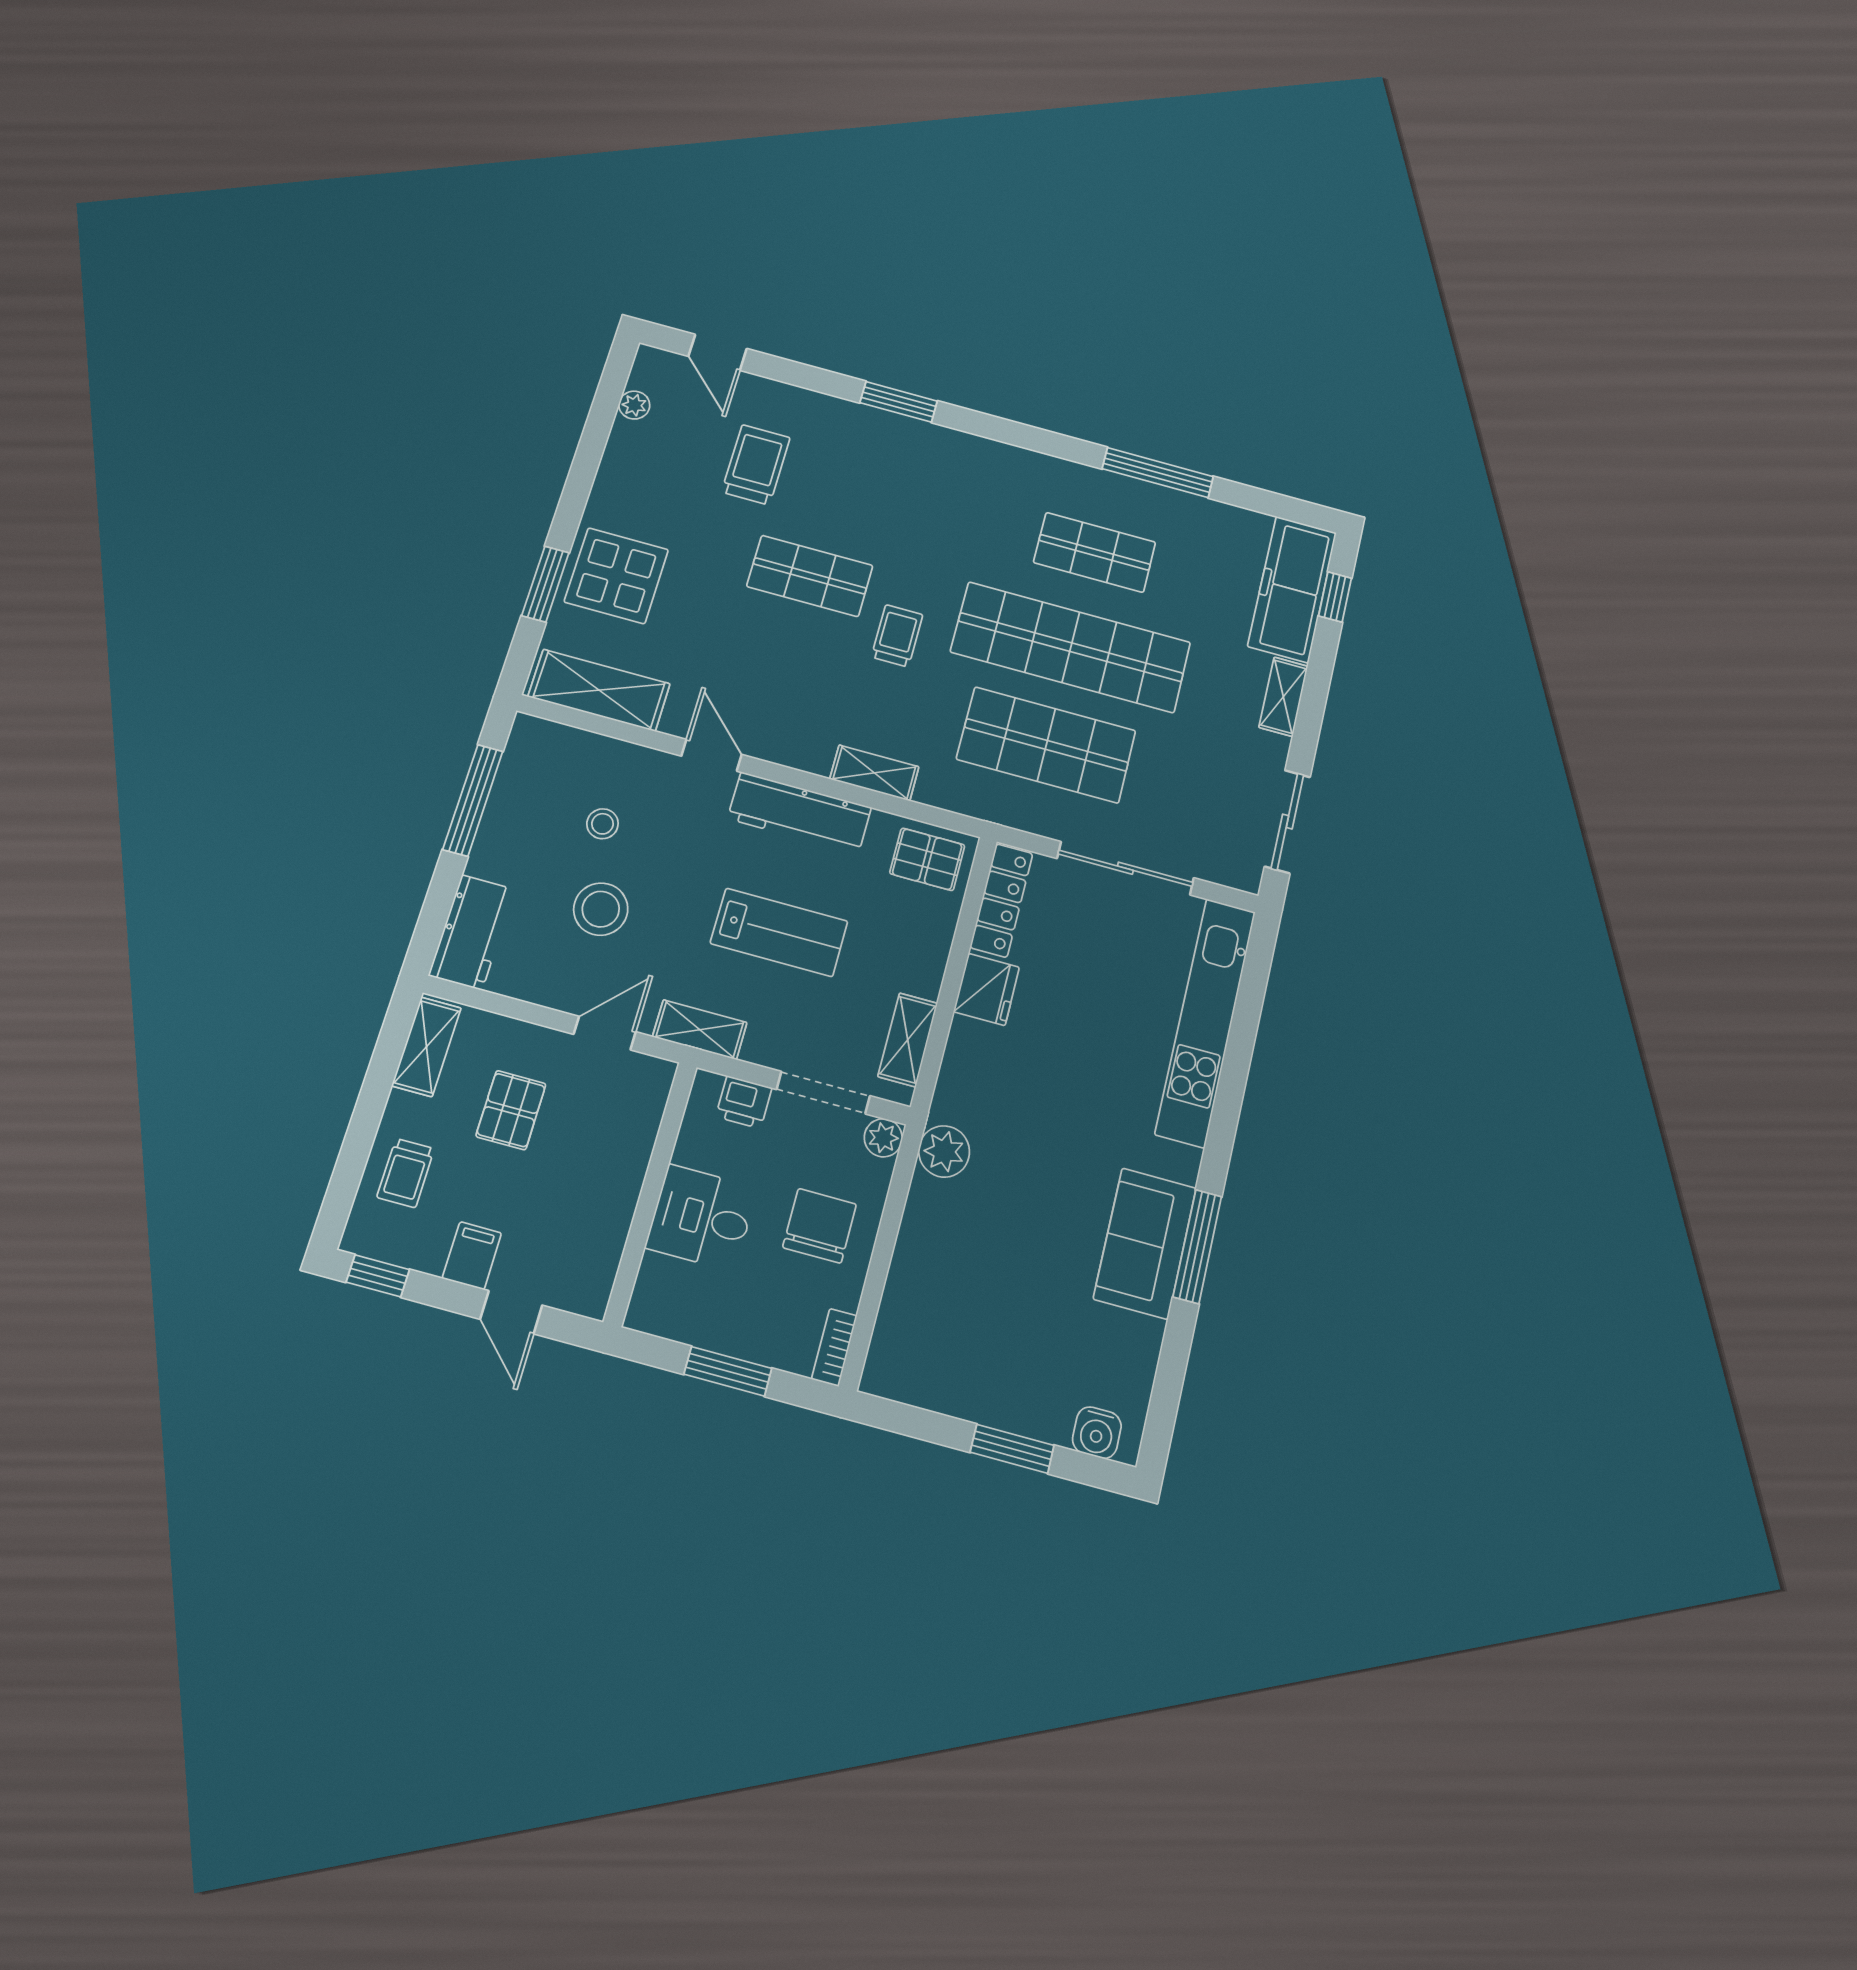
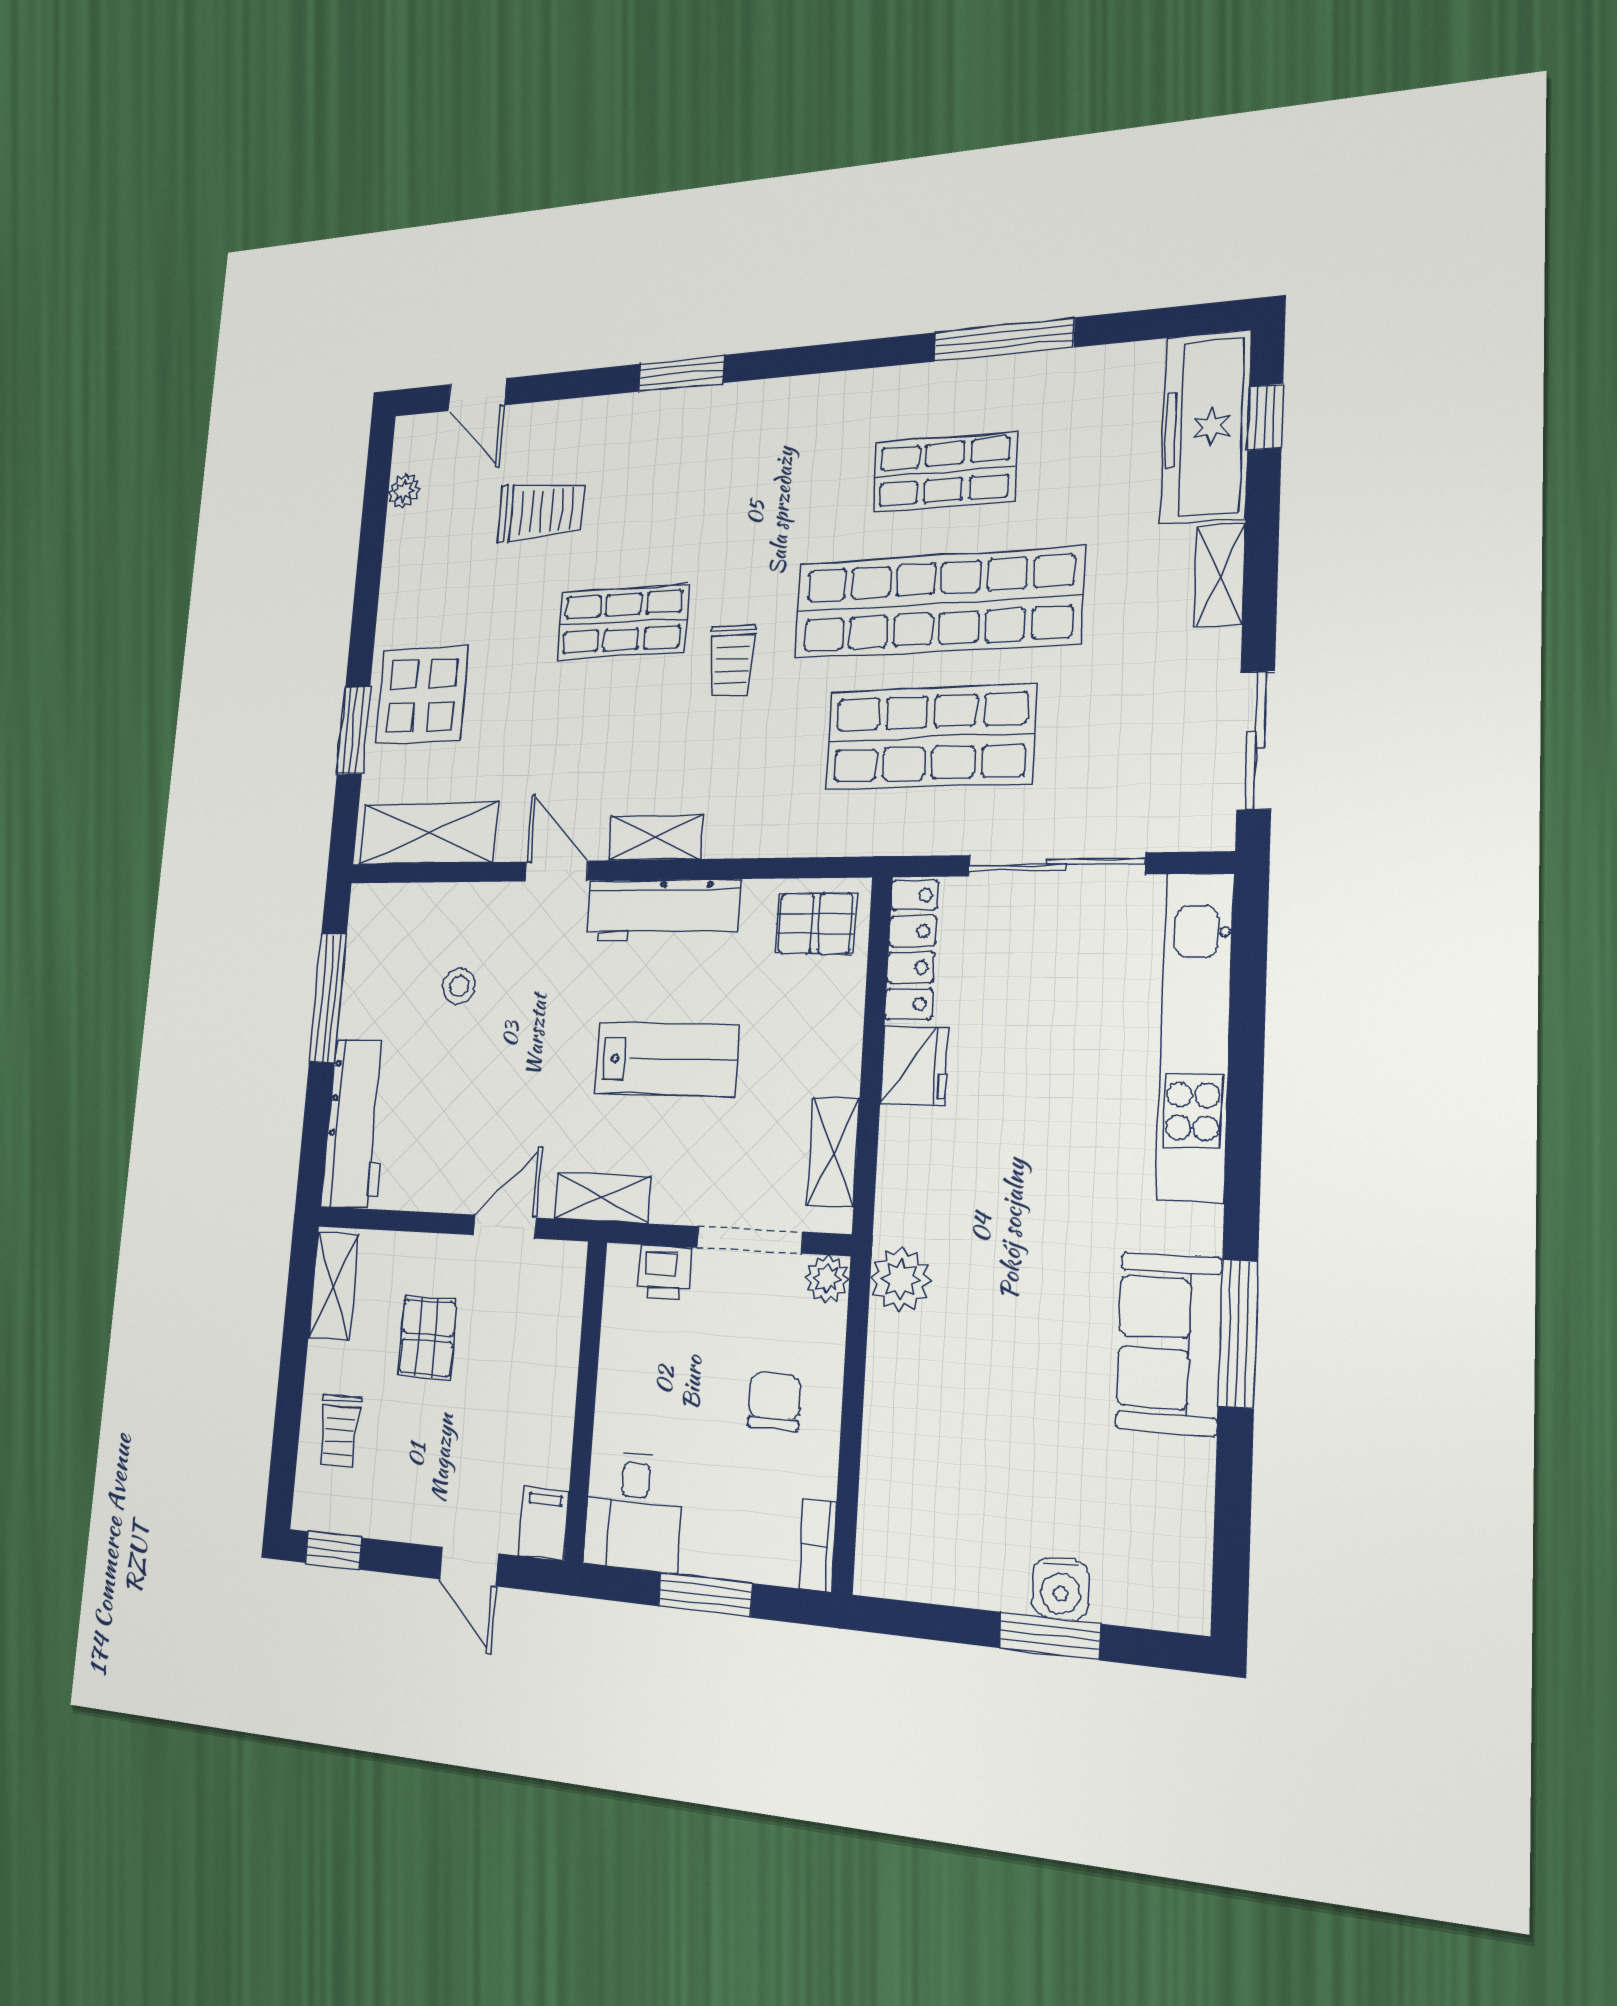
trolley: (756, 465) -> (541, 511), turned 90
trolley: (897, 636) -> (732, 660), turned 180
shelving: (874, 773) -> (655, 838), moved
stool: (601, 909) -> (475, 1085), removed
workbench: (472, 932) -> (356, 1124), width x1.38
desk: (702, 1218) -> (634, 1511), moved, turned -90
chair: (820, 1226) -> (775, 1402), width x0.73, depth x0.73
filing cabinet: (472, 1256) -> (544, 1524), moved
water cooler: (1097, 1433) -> (1061, 1589), moved

